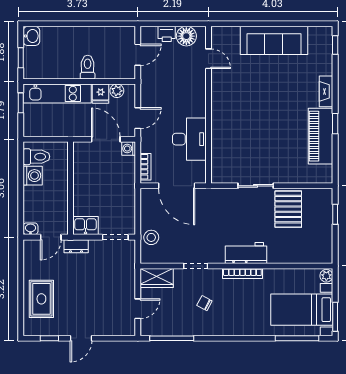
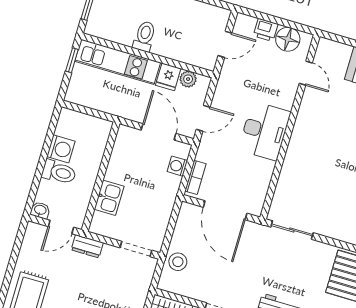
toilet: (88, 67) -> (144, 36), moved
desk: (189, 139) -> (264, 131), moved
washing machine: (129, 149) -> (177, 166), moved
toilet: (36, 157) -> (59, 172), moved
sliding door: (256, 186) -> (292, 230), moved
kitchen sink: (86, 226) -> (109, 198), moved, turned 90

